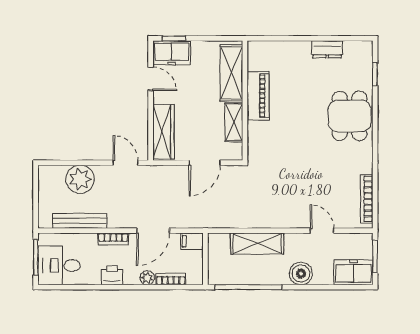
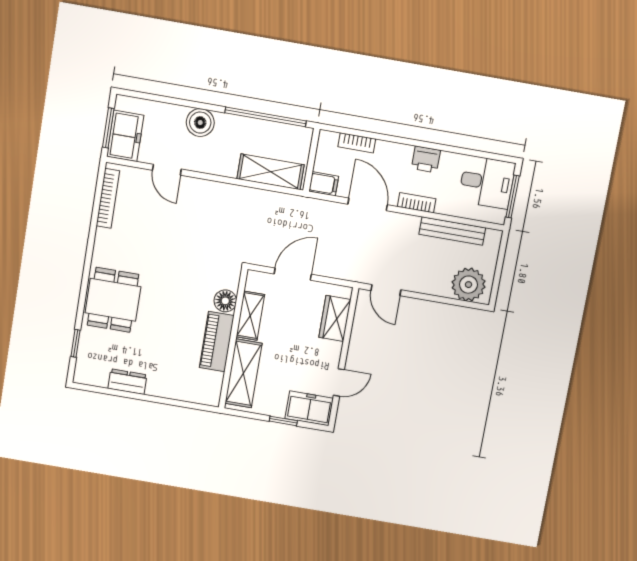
window: (174, 38) -> (283, 421), moved
door: (151, 79) -> (339, 382), swing flipped
floor lamp: (257, 131) -> (225, 301), added
wardrobe: (163, 132) -> (335, 318), width x0.67
plant: (80, 179) -> (469, 285), moved
door: (153, 231) -> (368, 204), hinge flipped
shelving: (257, 243) -> (271, 172), moved
freezer: (353, 272) -> (125, 136), moved, turned -90
plant: (147, 278) -> (385, 149), removed

